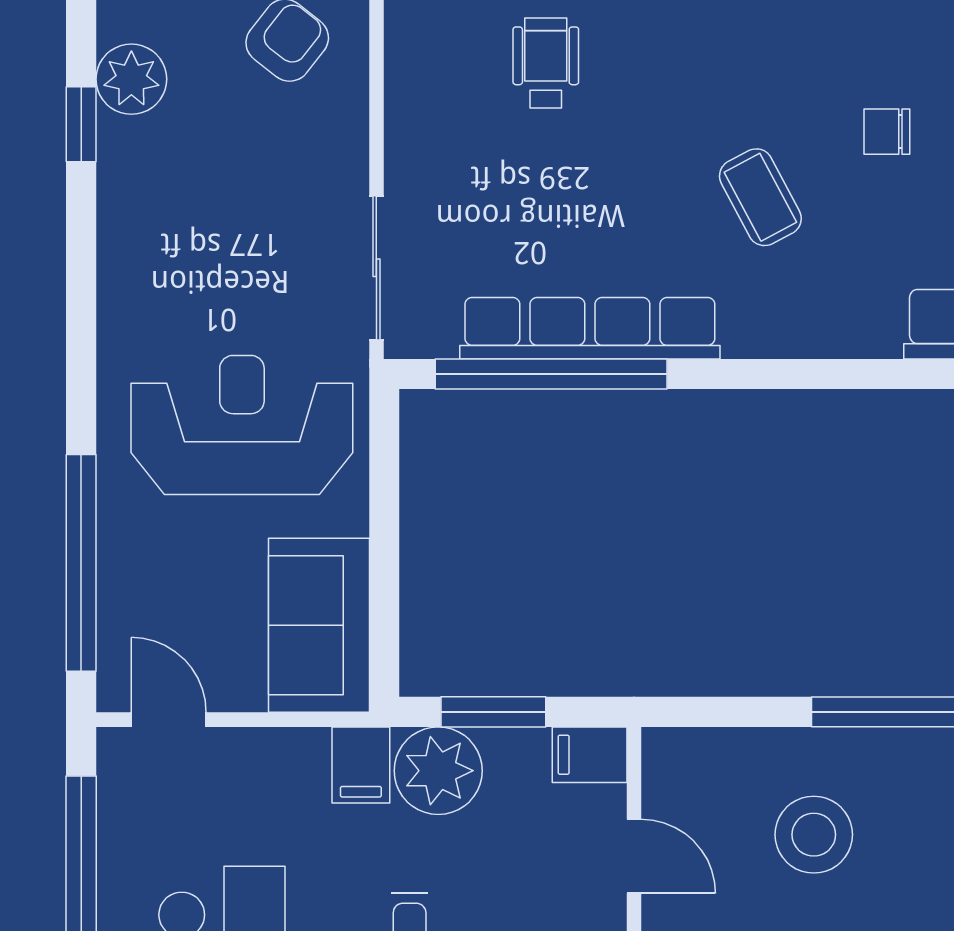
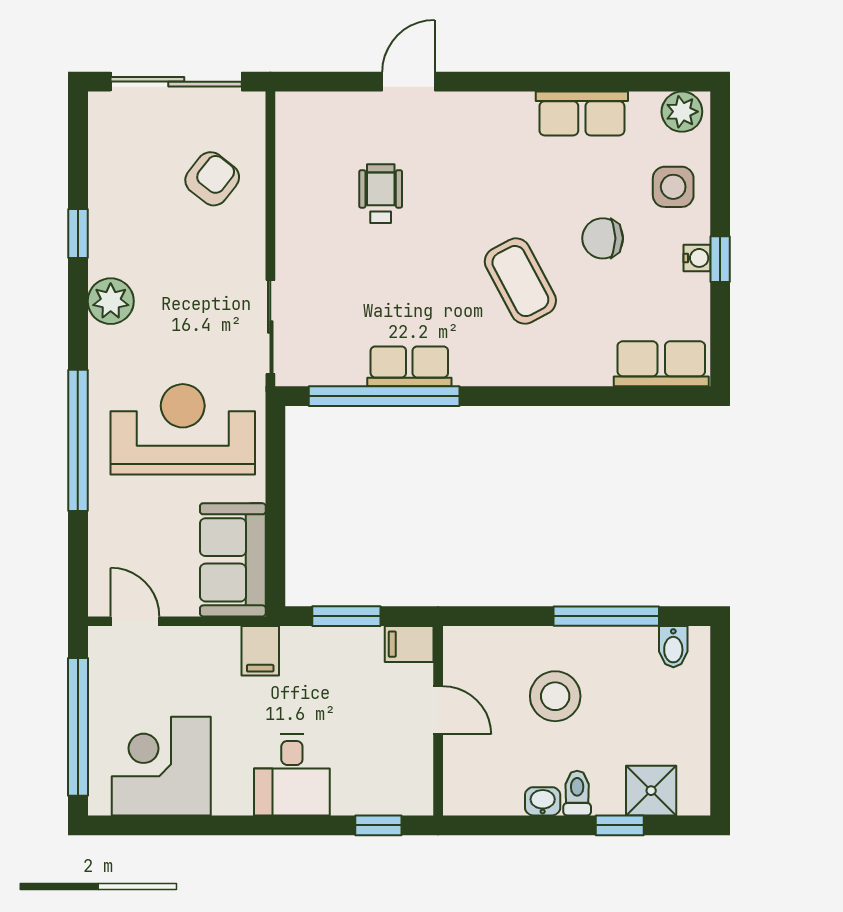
plant: (131, 79) -> (111, 301), moved
chair: (887, 132) -> (603, 238), width x1.37, depth x1.37
coffee table: (760, 197) -> (520, 281), width x1.36, depth x1.30
row of seats: (590, 328) -> (409, 366), width x0.50
window: (81, 563) -> (78, 440), moved
plant: (438, 771) -> (311, 655), removed

